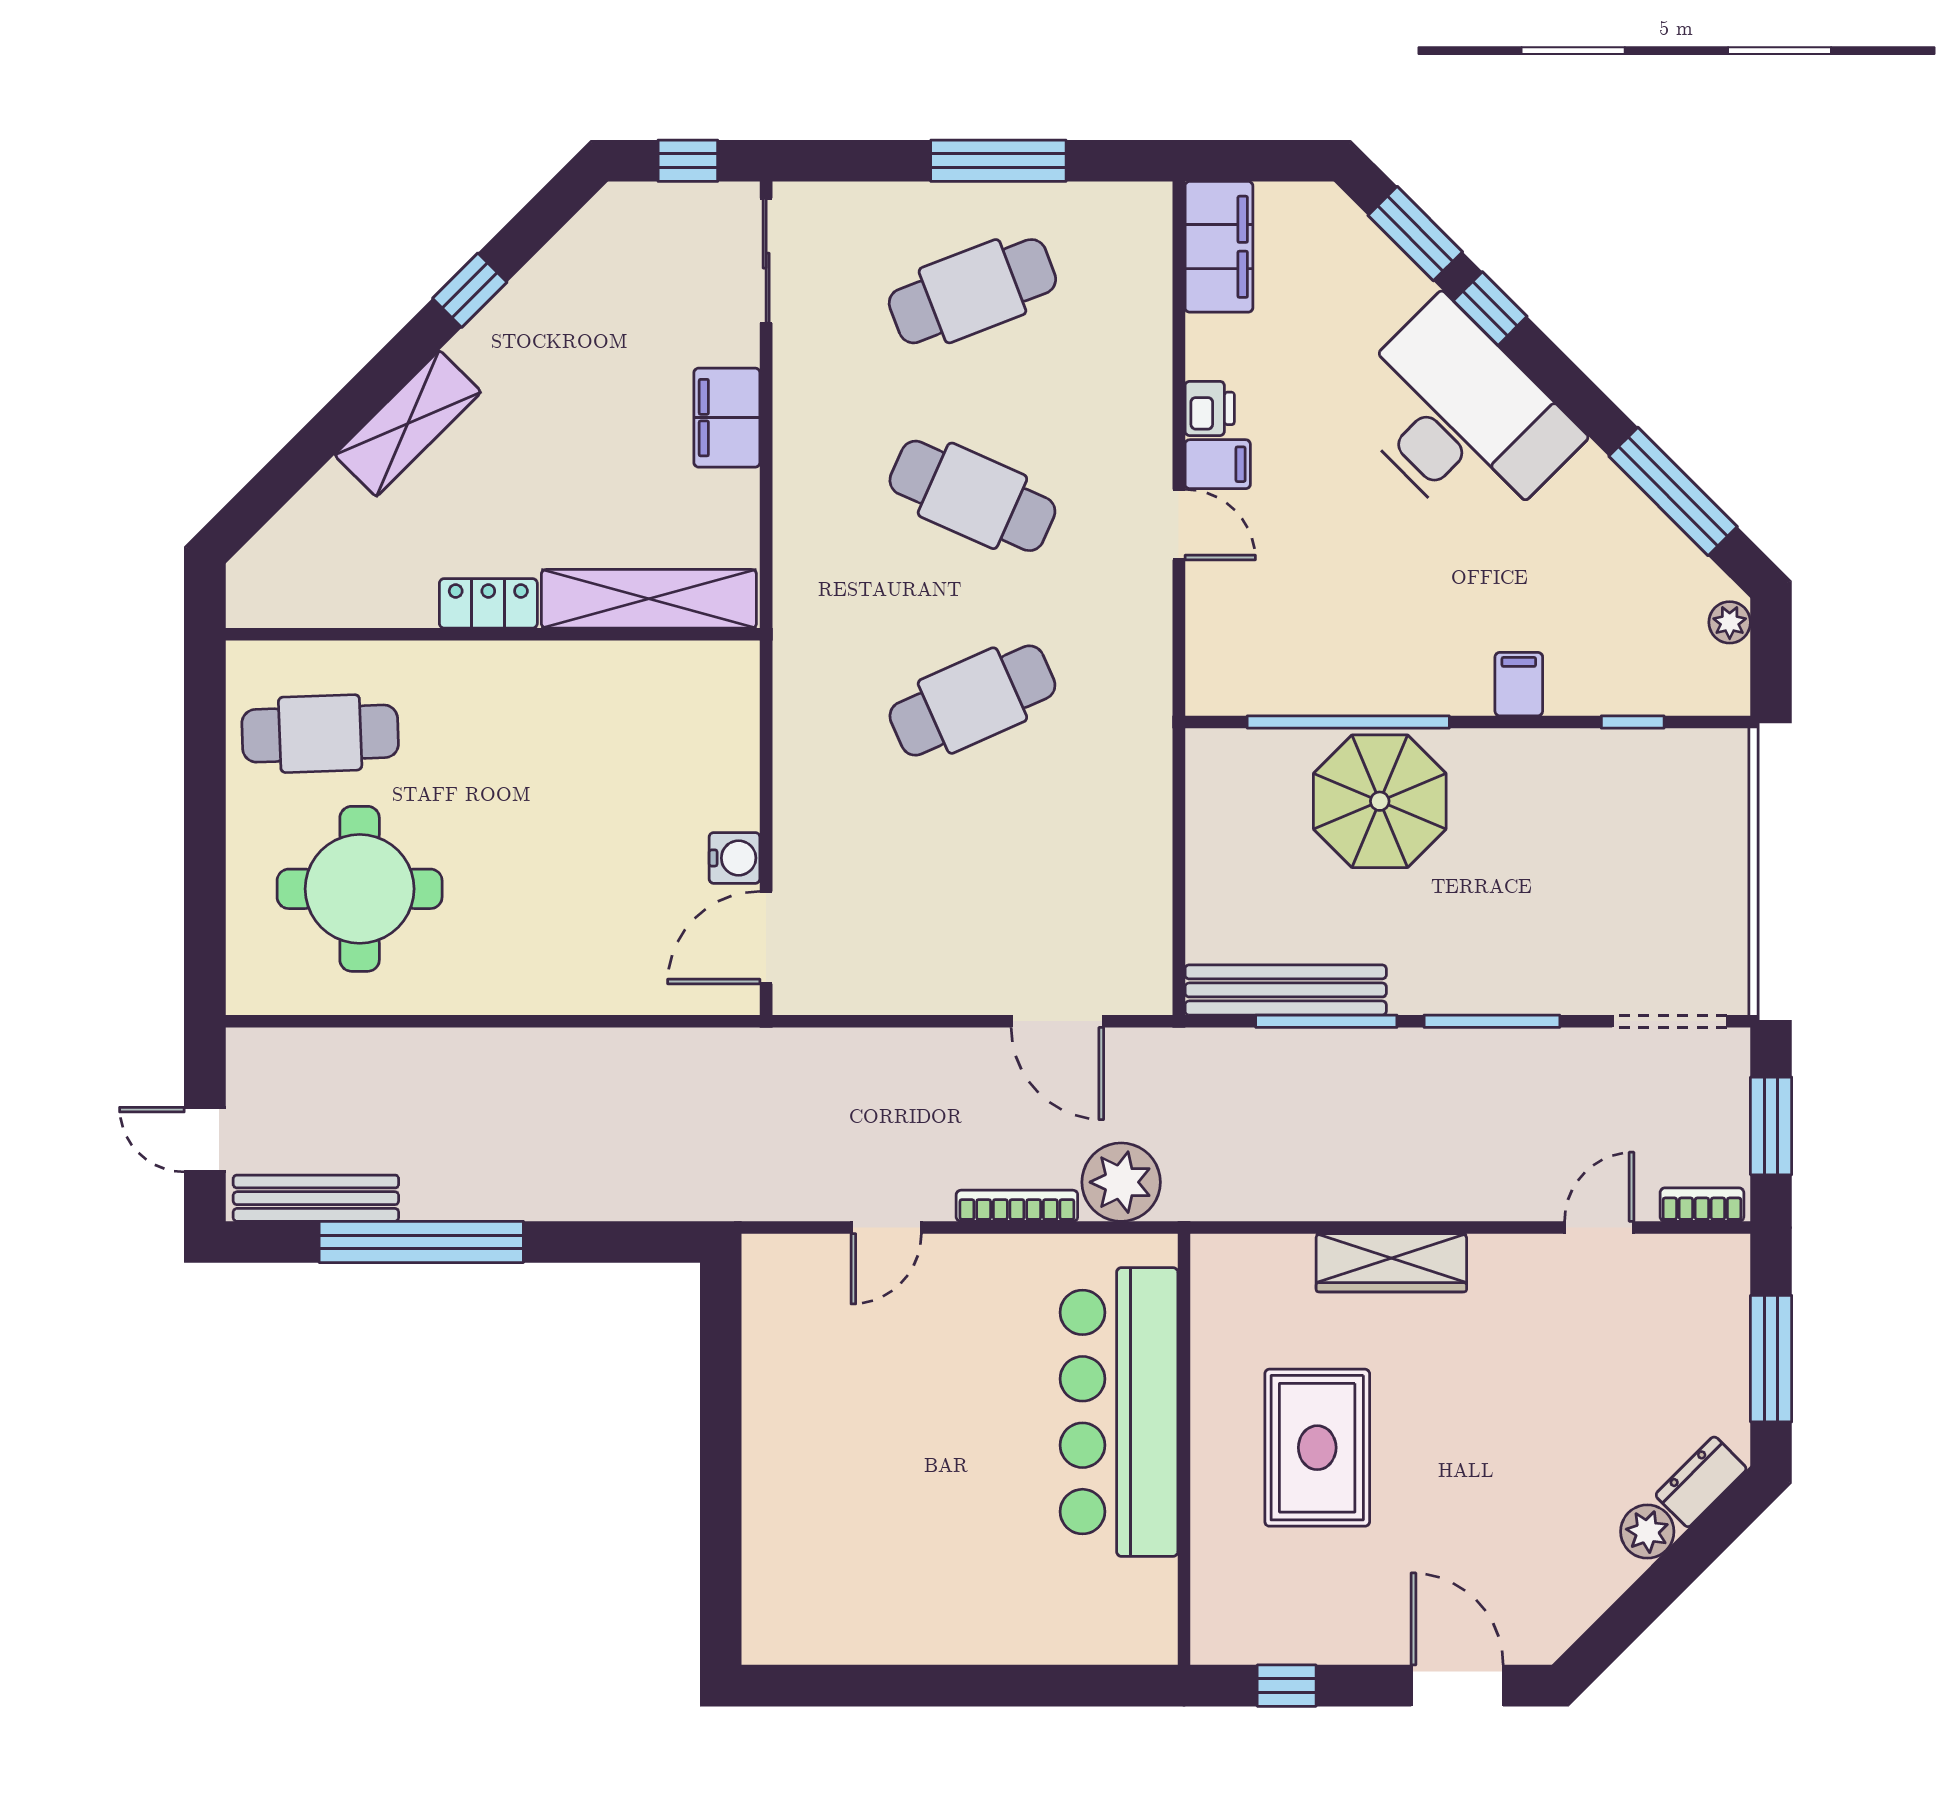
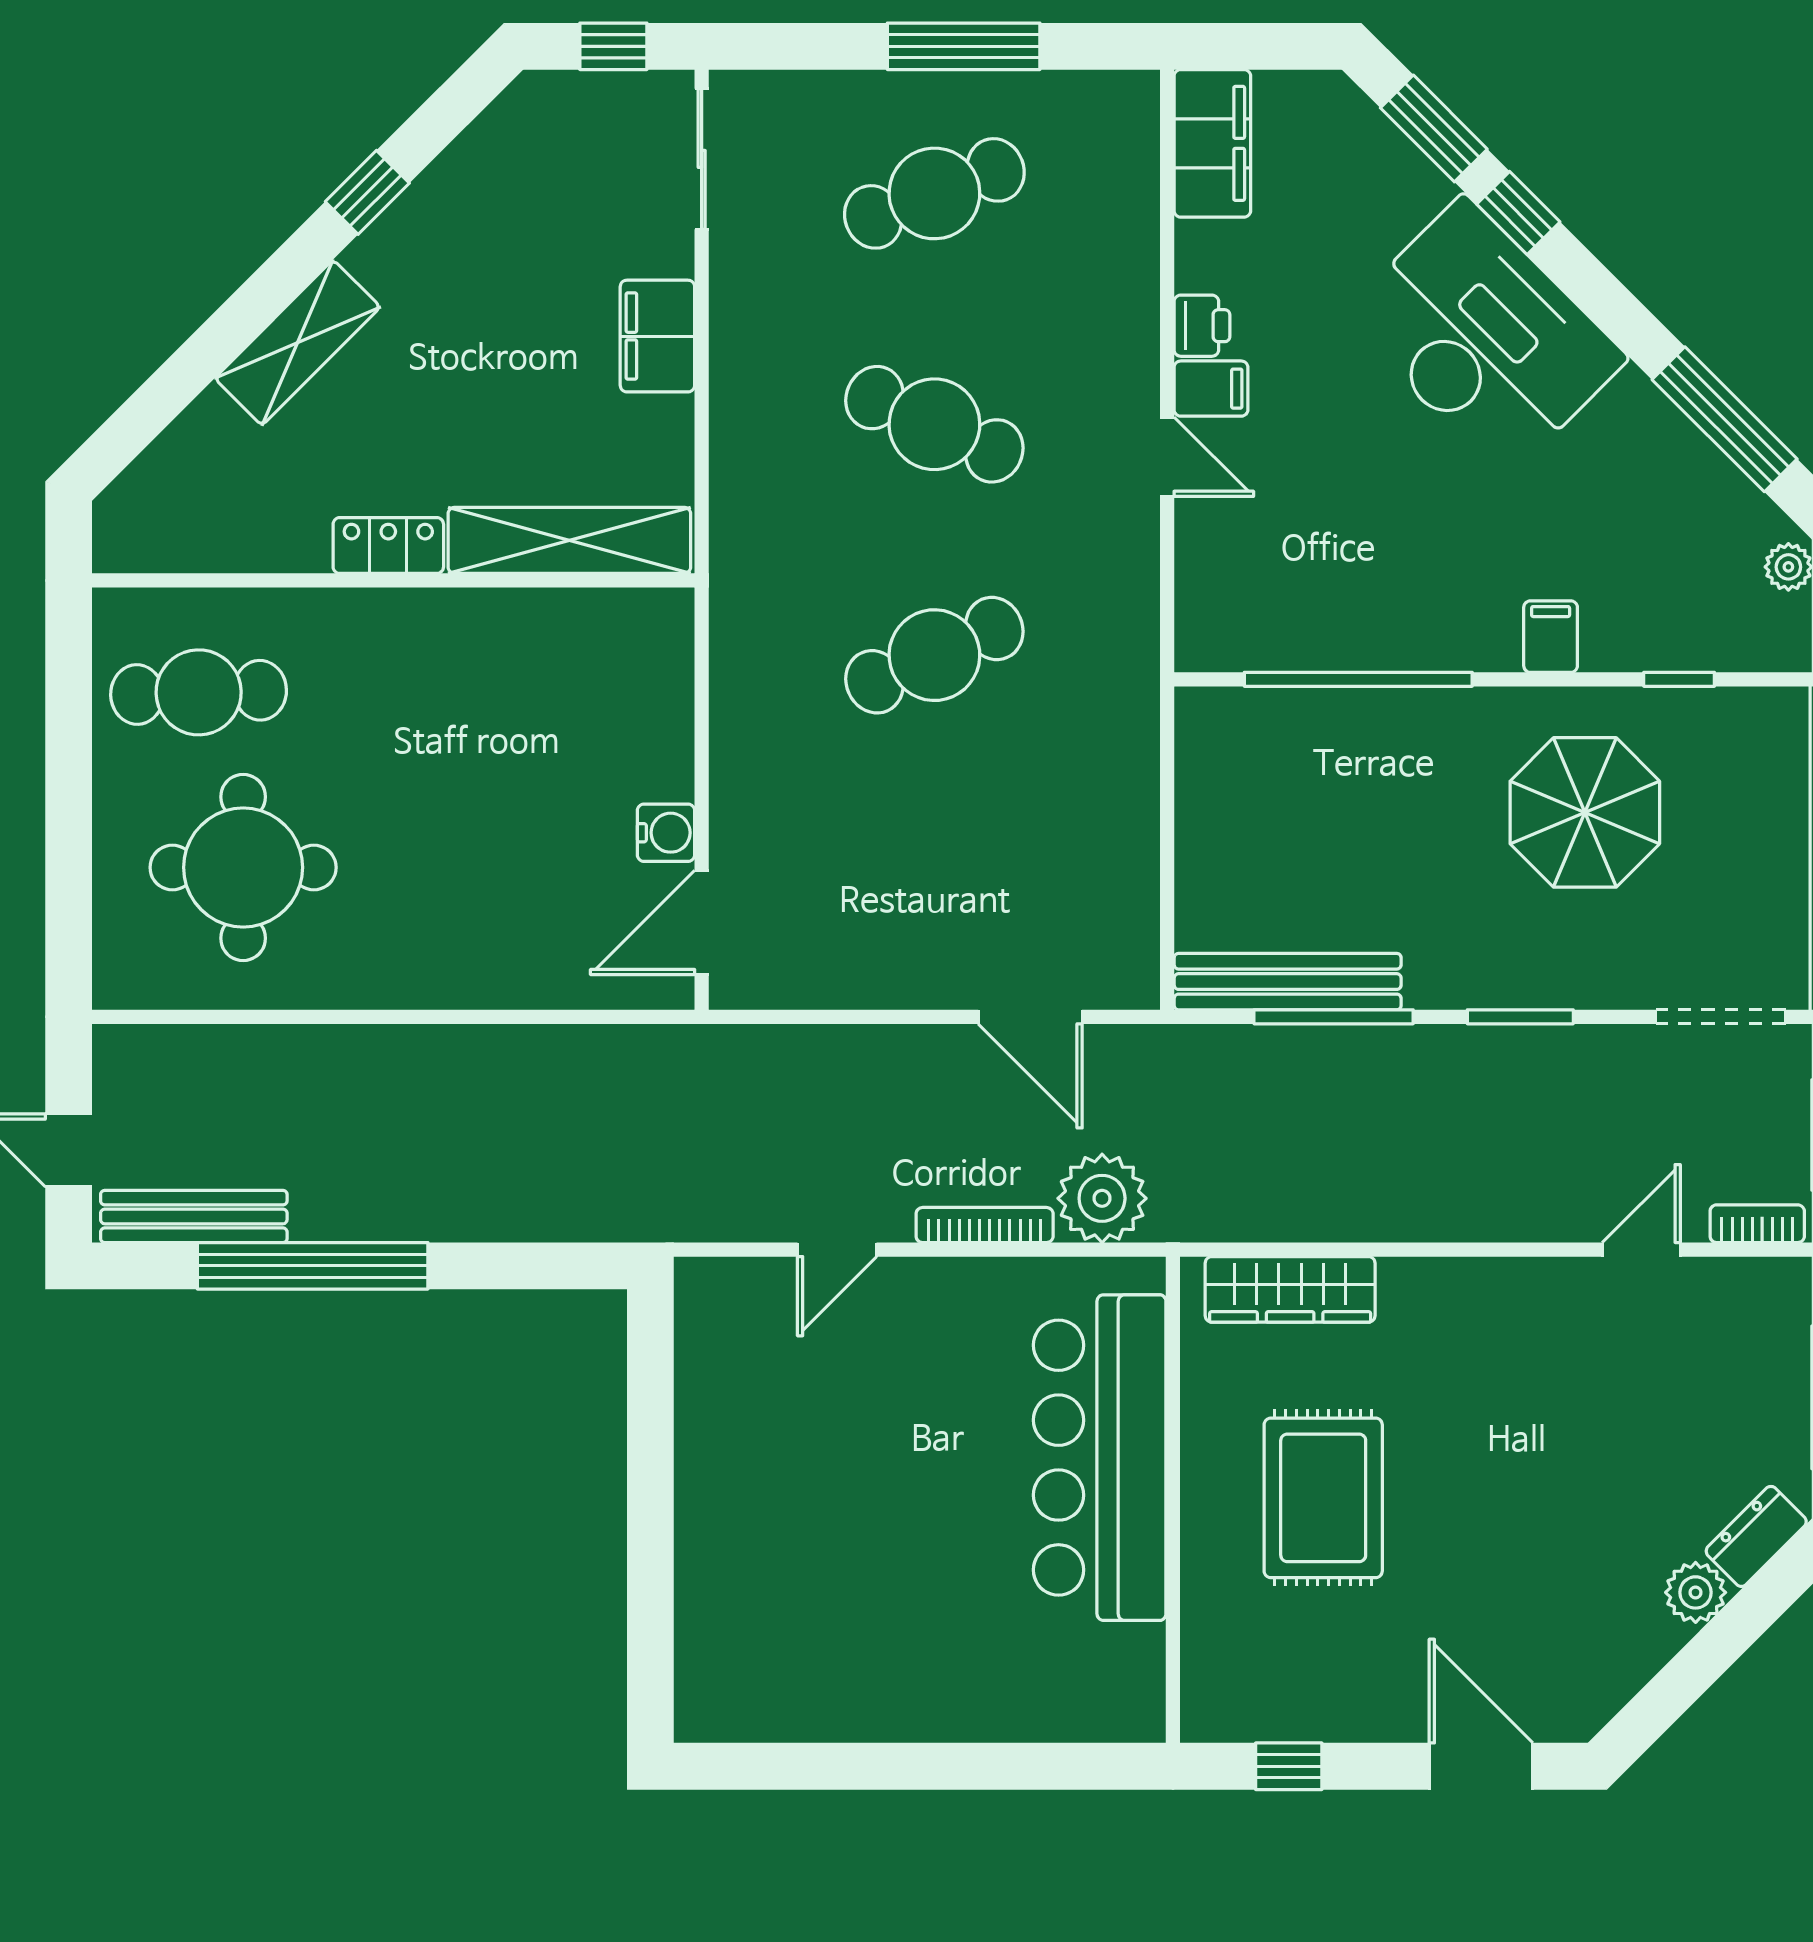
parasol: (1380, 801) -> (1585, 812), moved
window: (1492, 1021) -> (1520, 1017), width x0.69
wardrobe: (1391, 1263) -> (1290, 1289), moved

